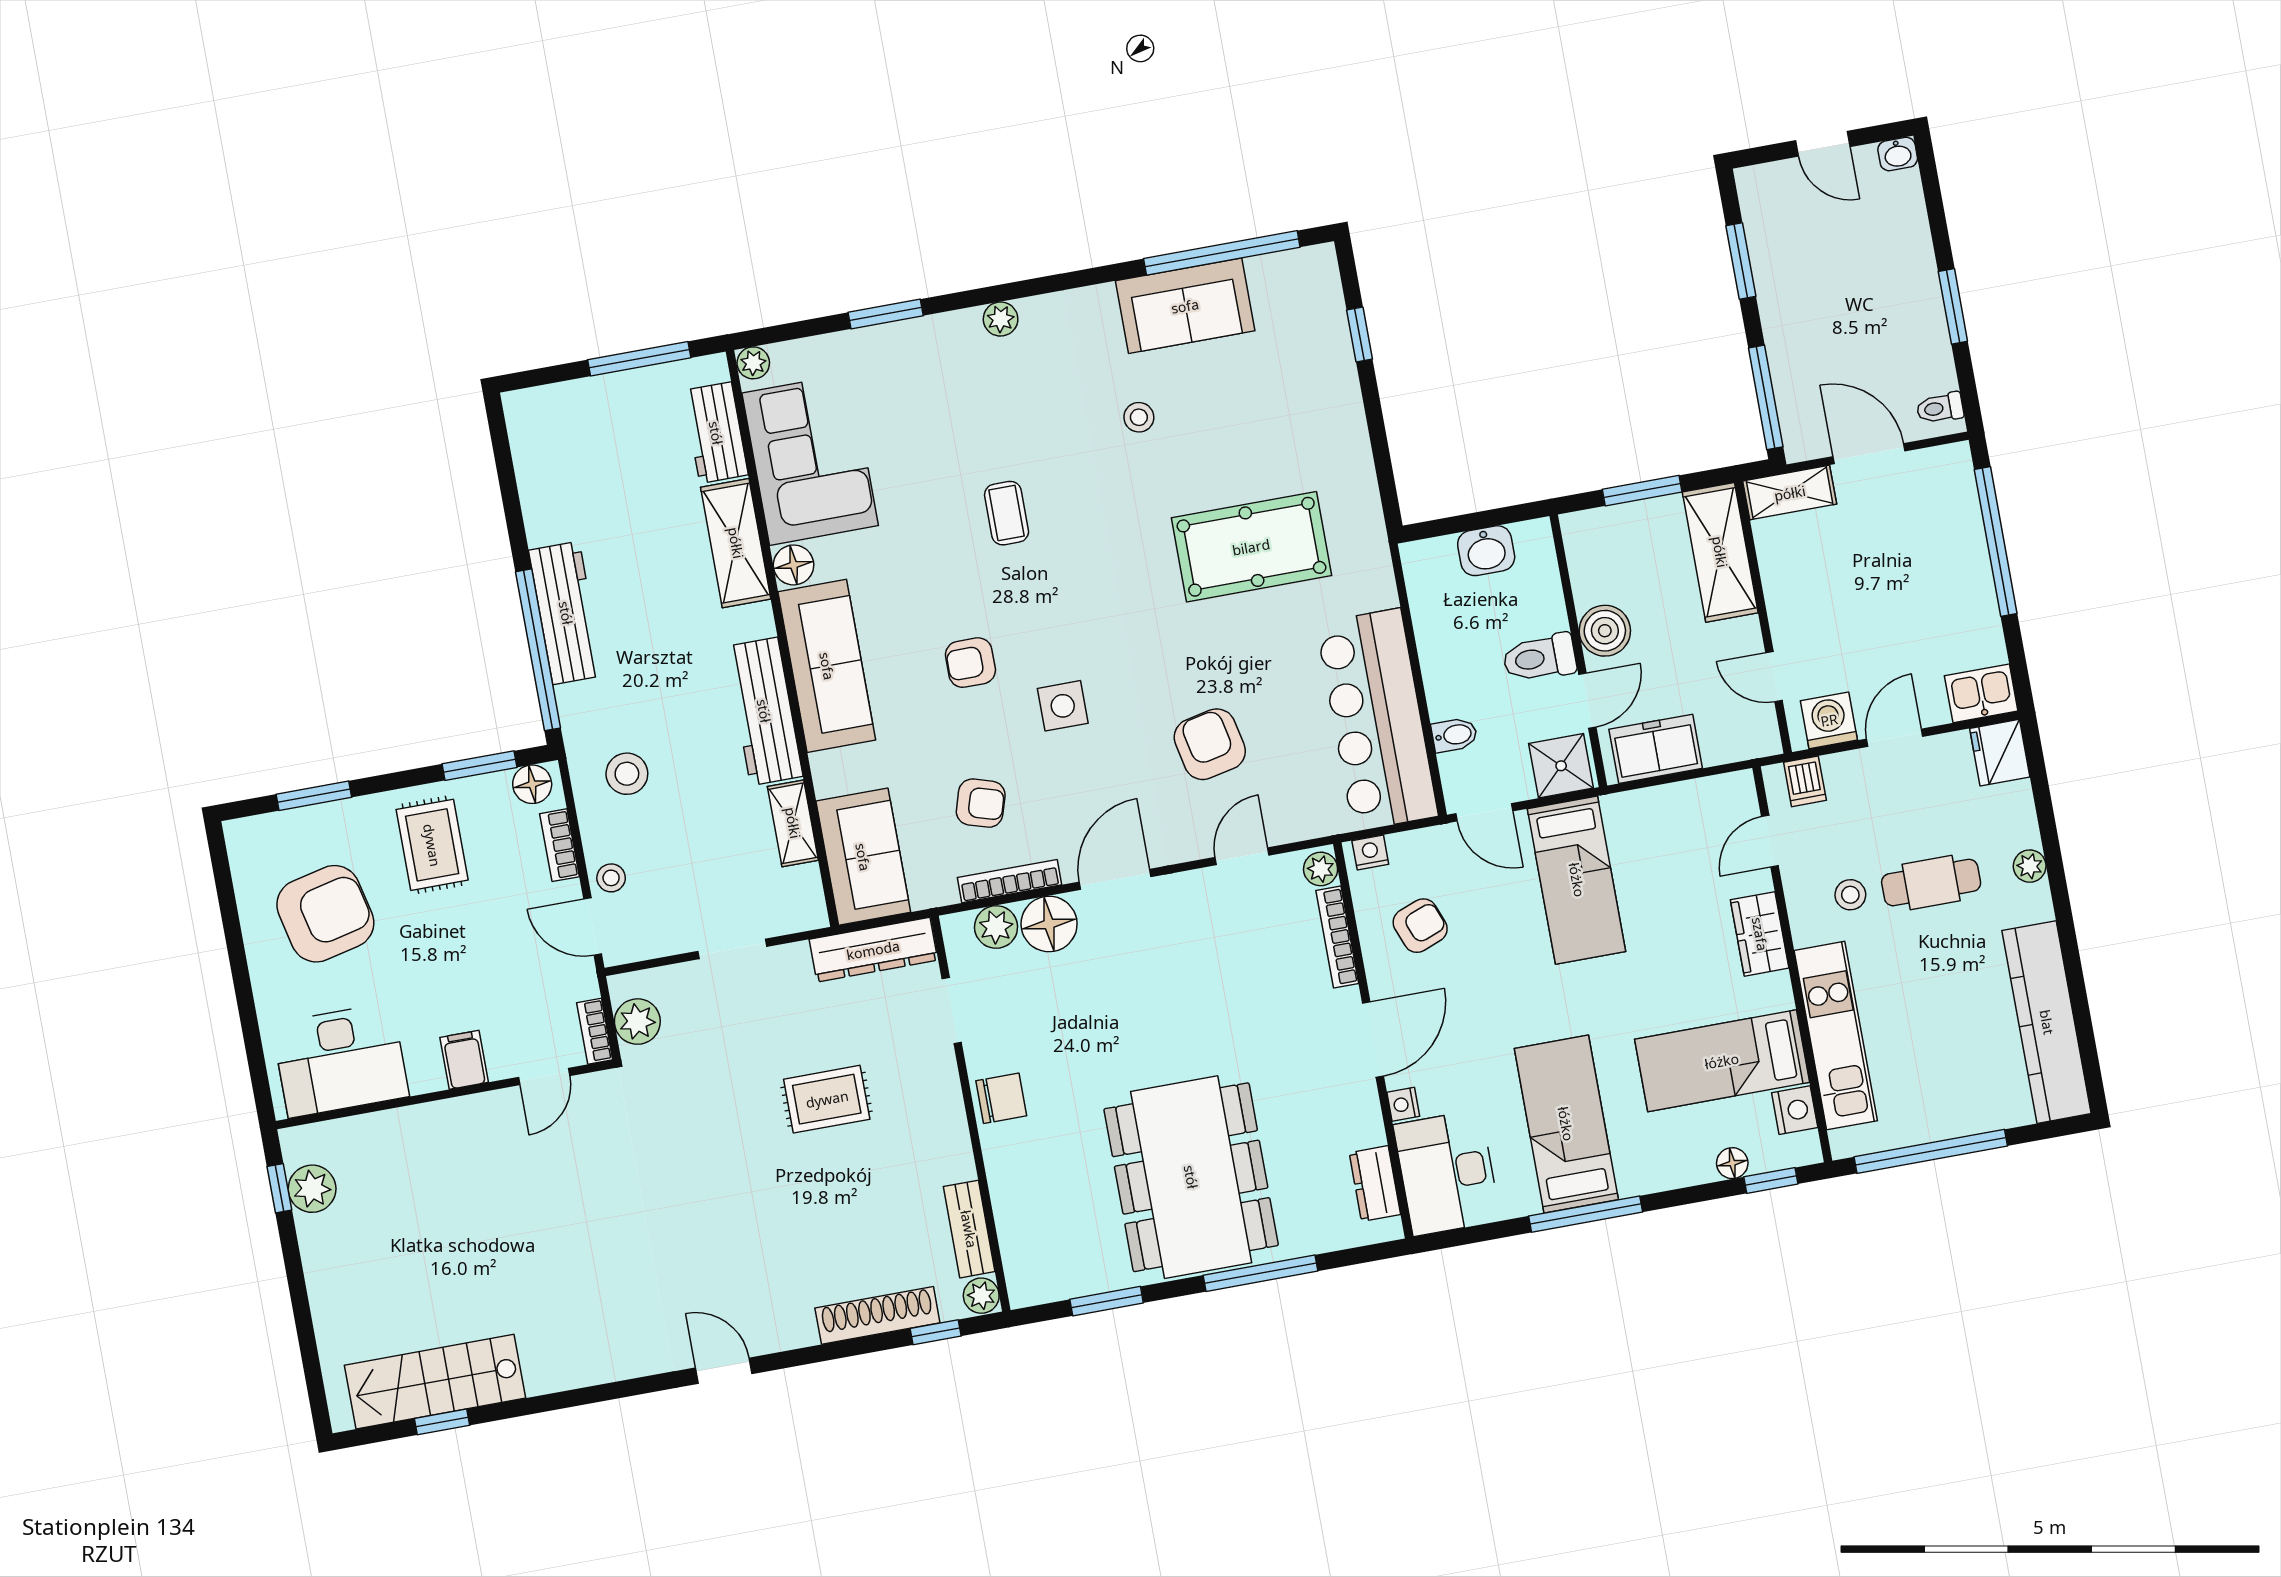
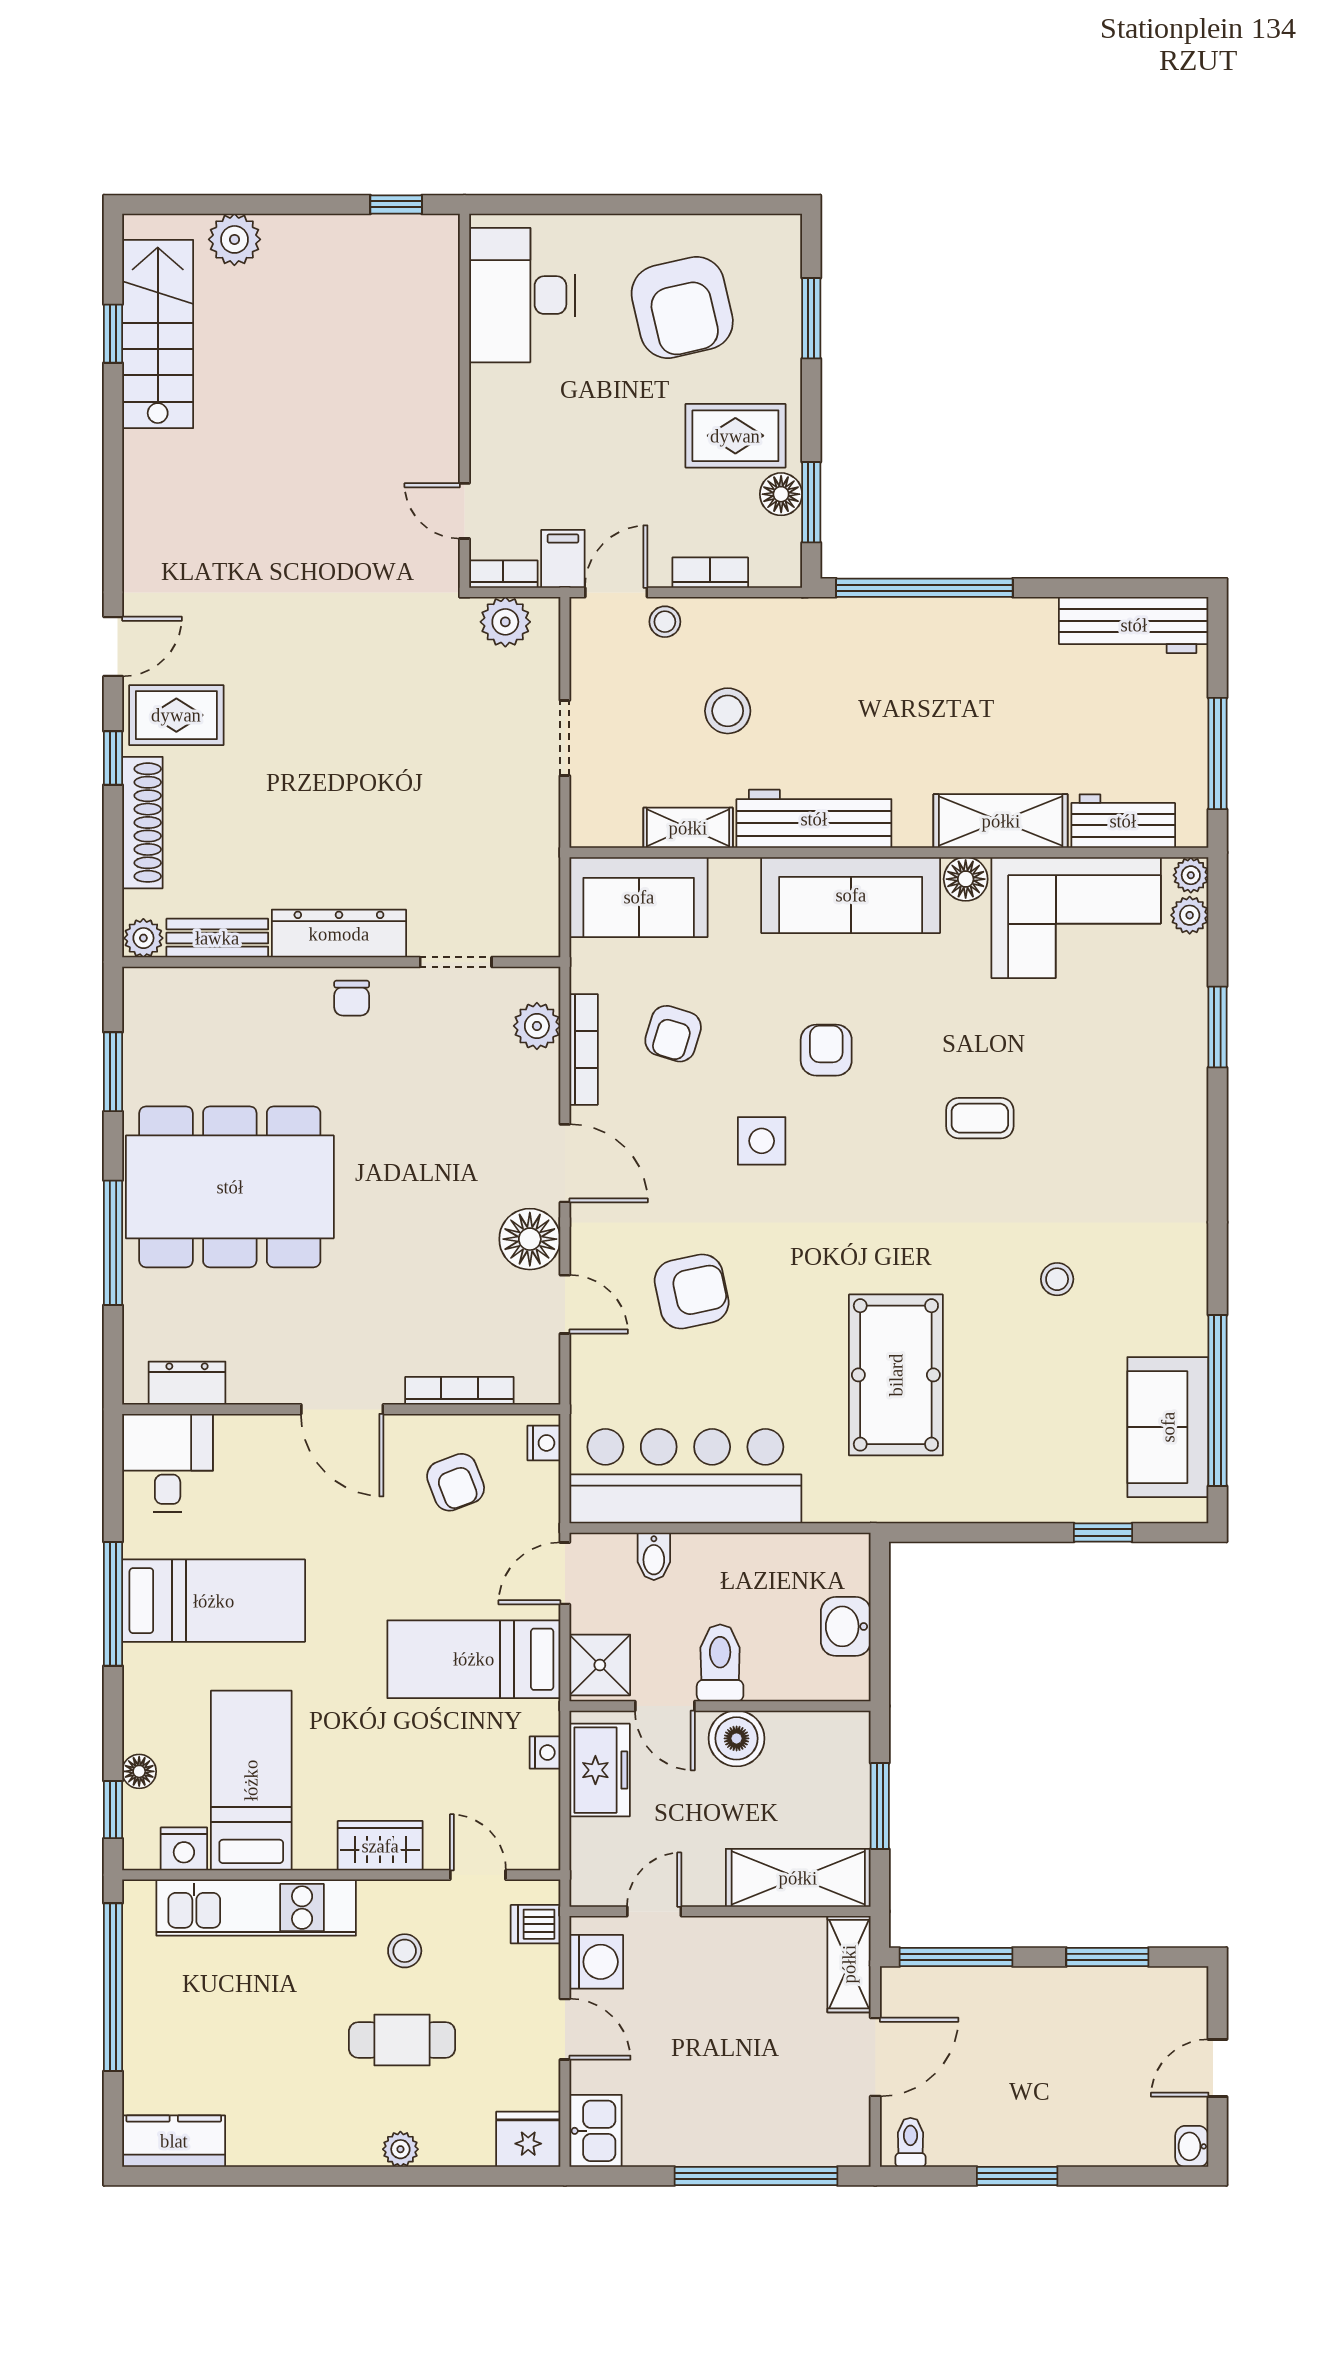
sofa: (1185, 306) -> (1168, 1427), moved
plant: (1001, 319) -> (1190, 915), moved
workbench: (566, 613) -> (1134, 625), moved
stool: (627, 774) -> (728, 711), moved
floor lamp: (532, 784) -> (781, 494), moved
plant: (1321, 869) -> (536, 1386), removed
cafe table: (1931, 883) -> (402, 2040), turned 90
floor lamp: (1049, 924) -> (530, 1239), moved
dresser: (873, 950) -> (339, 934), moved, turned 90
kitchen counter: (2047, 1022) -> (174, 2141), width x0.48, depth x0.86
filing cabinet: (464, 1060) -> (563, 559), moved, turned -90
chair: (1001, 1098) -> (352, 998), width x0.73, depth x0.73
rug: (827, 1099) -> (176, 715), moved, turned 90
nightstand: (1403, 1104) -> (545, 1753), moved, turned 90
desk: (1447, 1173) -> (168, 1463), width x0.73
plant: (312, 1189) -> (234, 239), moved
window: (936, 1332) -> (113, 758), moved

